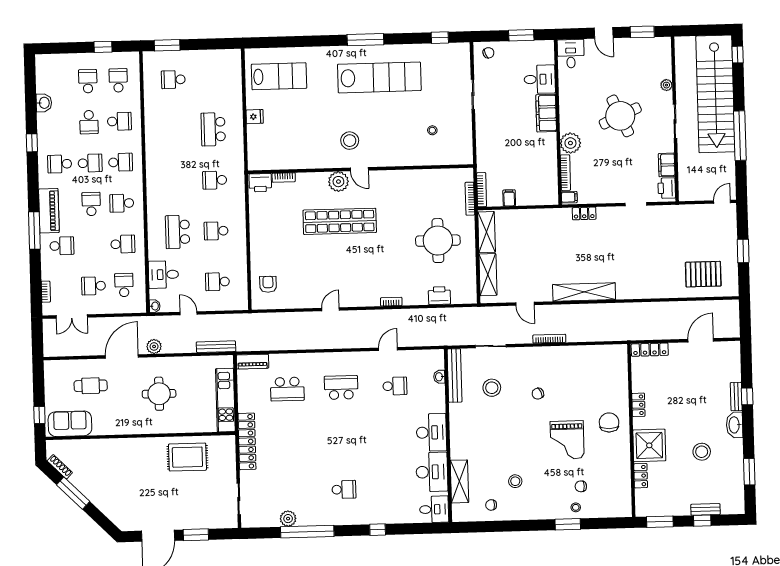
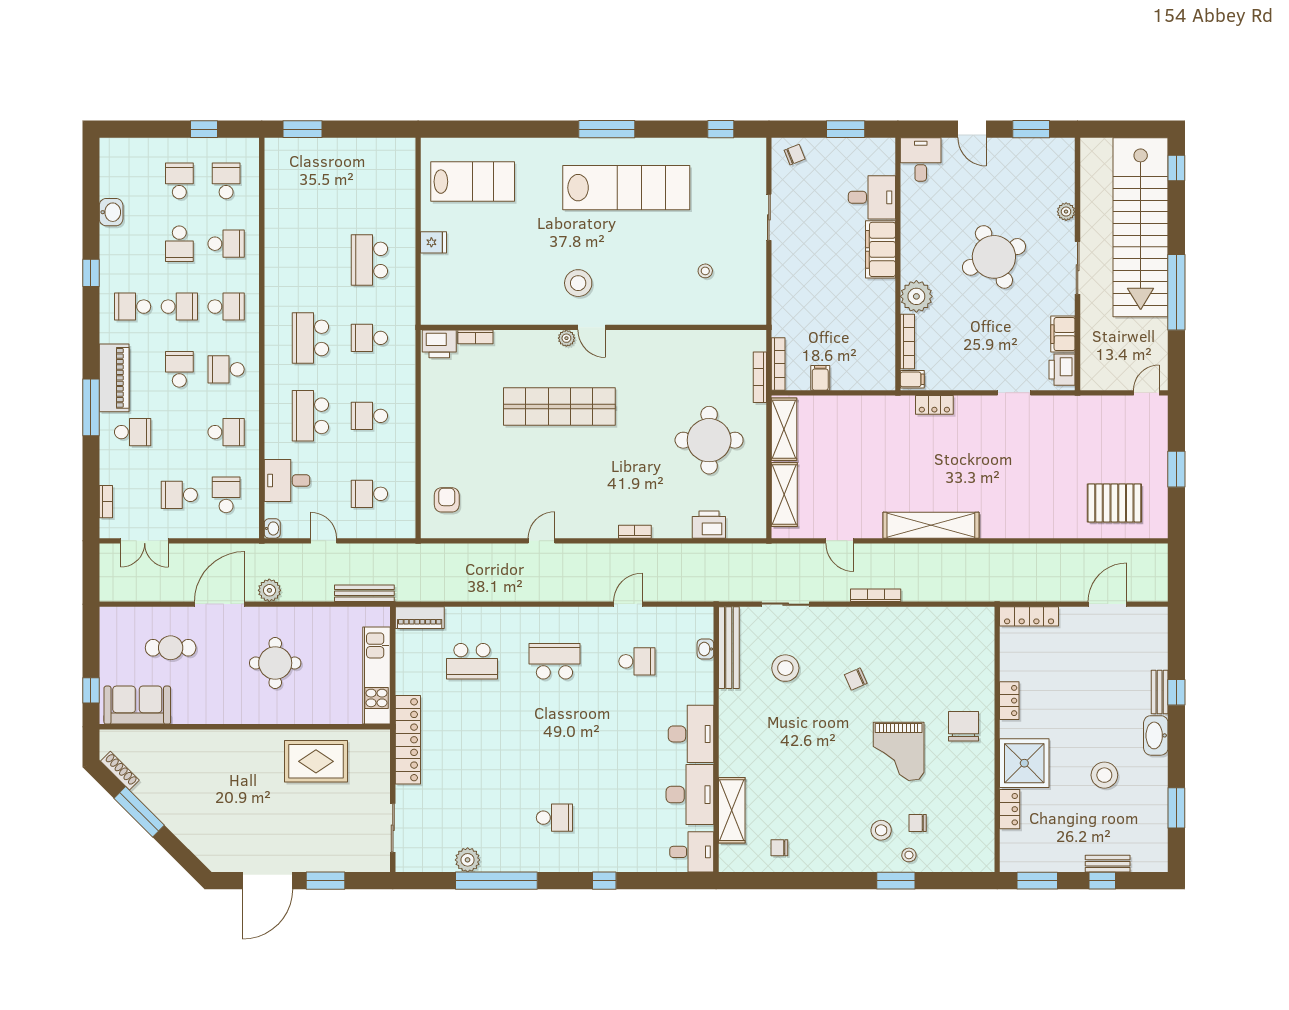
school desk: (173, 80) -> (310, 338), moved, width x1.85
plant: (338, 182) -> (566, 338), width x0.53, depth x0.53
stool: (515, 481) -> (881, 830), moved

